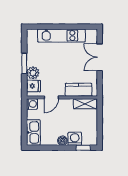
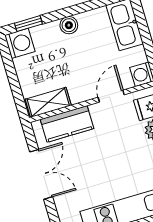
double door: (100, 57) -> (41, 174), moved
washing machine: (75, 139) -> (20, 43), moved, turned -90

